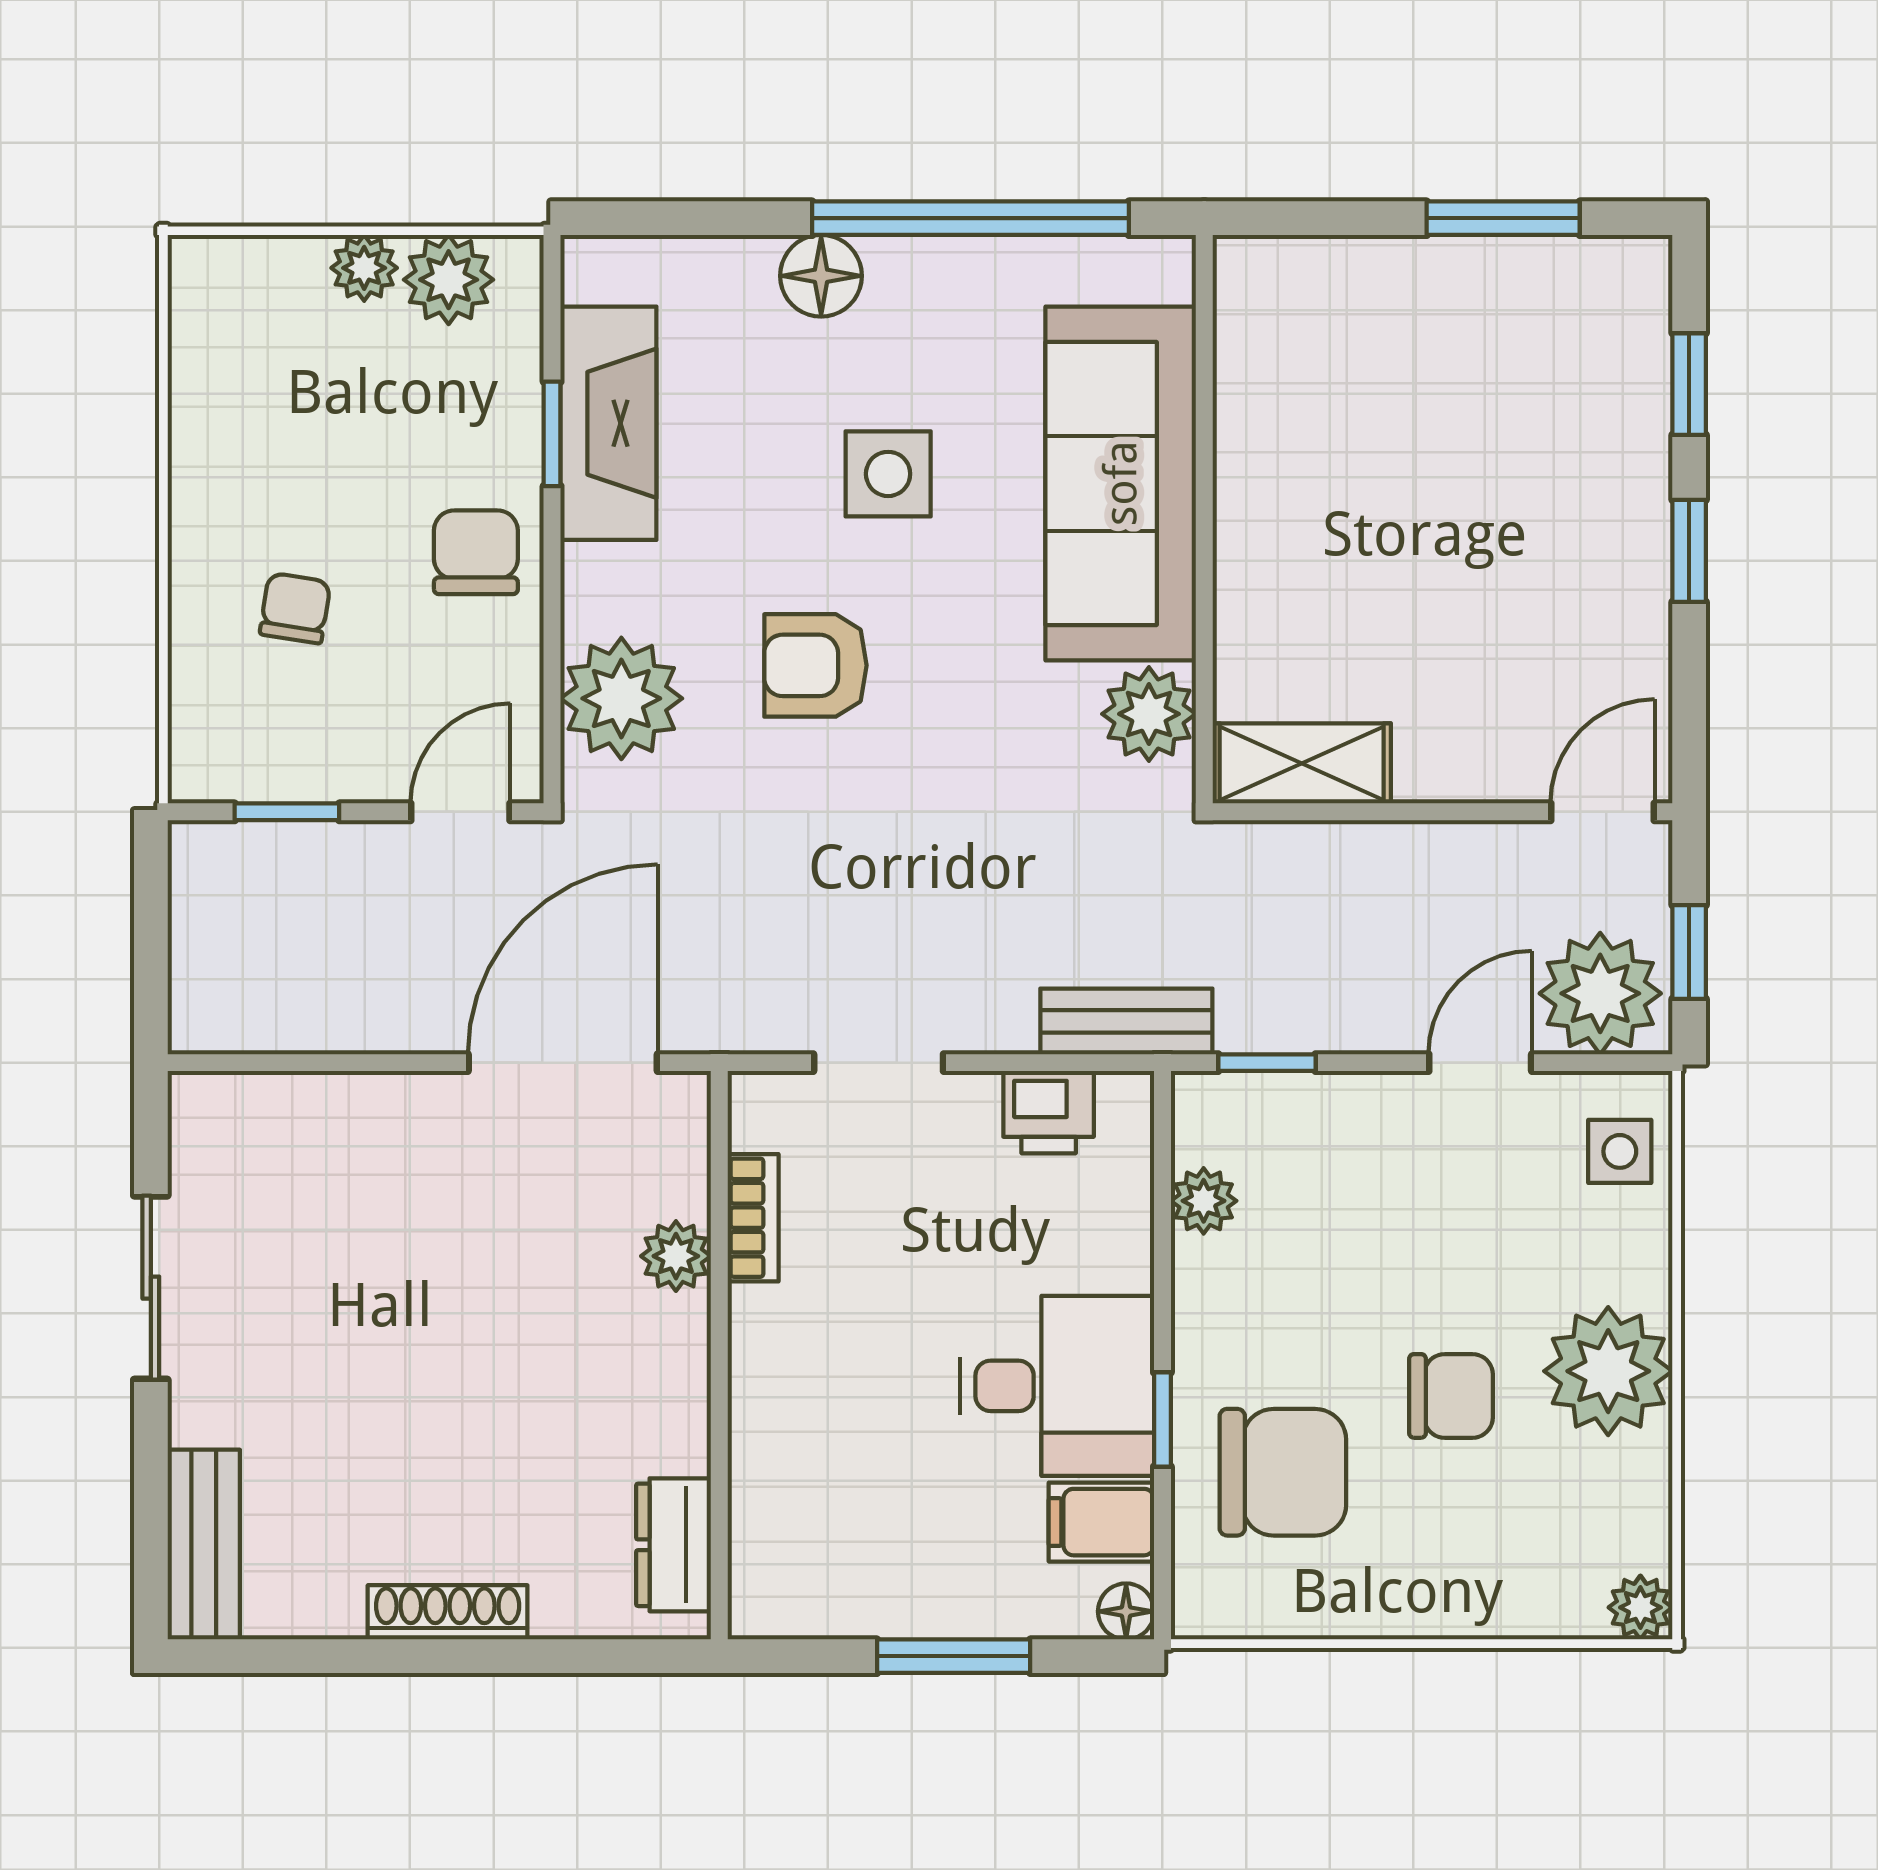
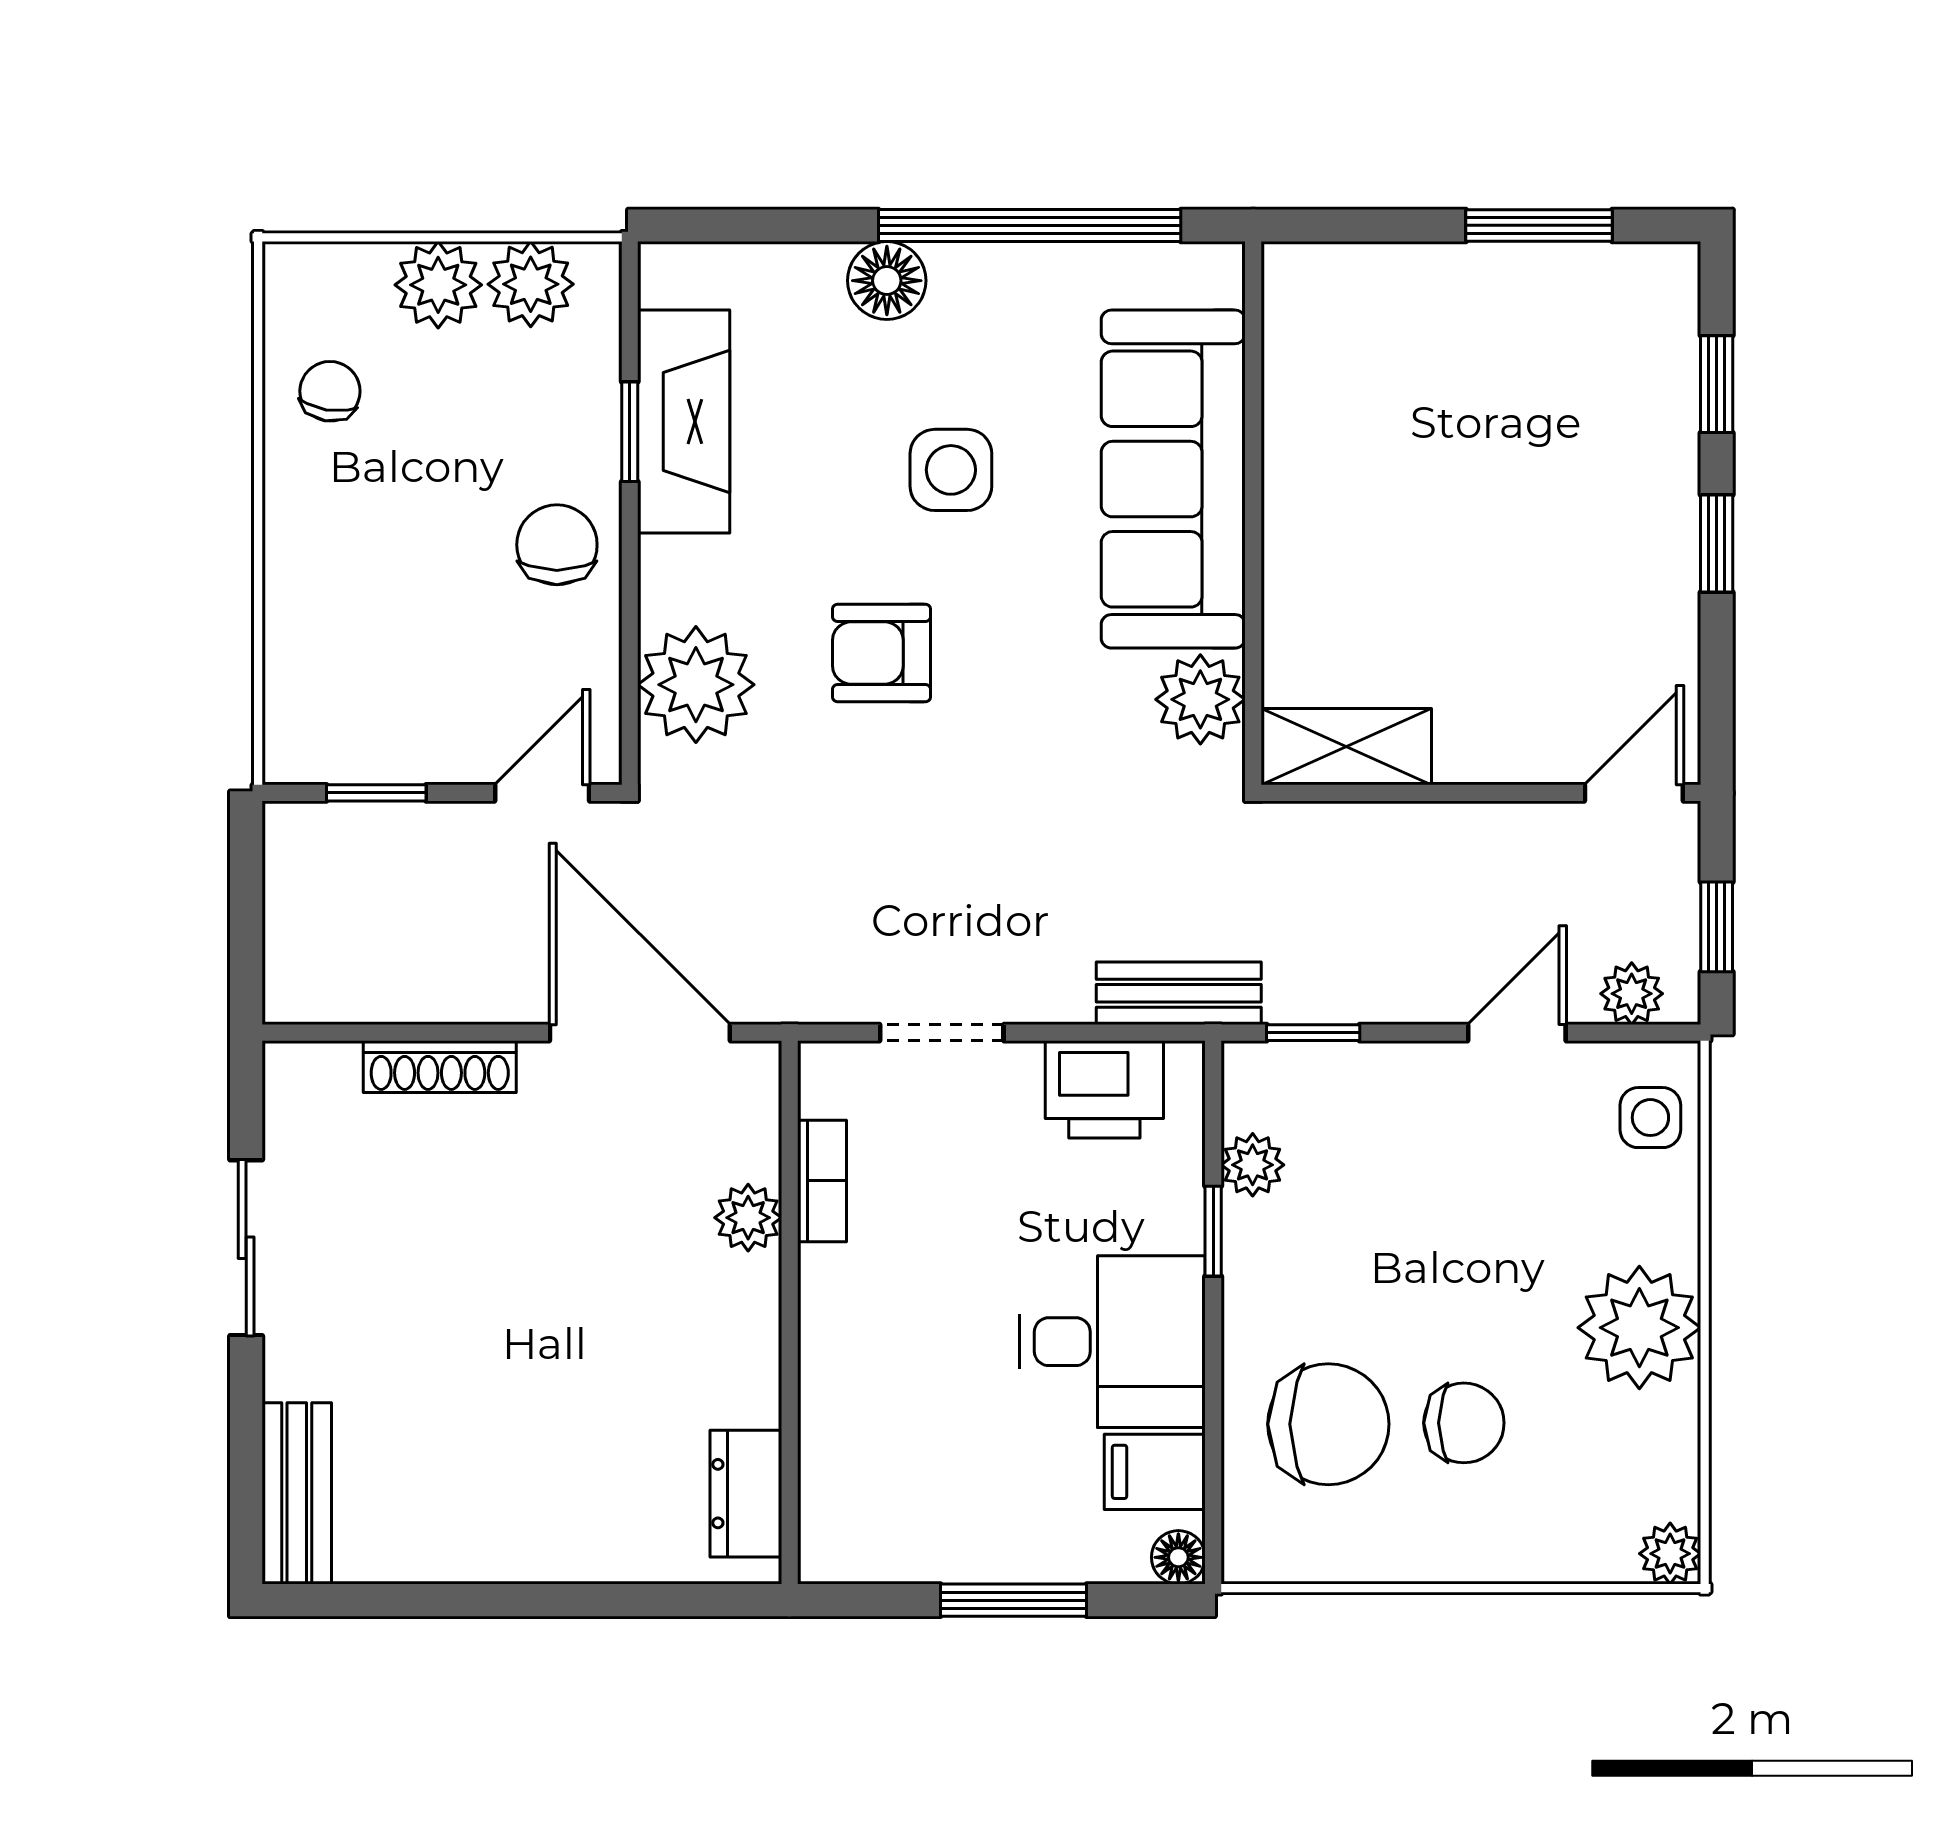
plant: (364, 268) -> (438, 285), width x1.38, depth x1.38
chair: (295, 608) -> (330, 391), moved
plant: (1600, 993) -> (1632, 994), width x0.53, depth x0.53
door: (563, 1063) -> (640, 1033), hinge flipped
printer: (1049, 1112) -> (1104, 1089), width x1.36, depth x1.24
chair: (1451, 1396) -> (1464, 1423), moved
window: (1162, 1419) -> (1213, 1231), moved
shoe rack: (448, 1612) -> (440, 1067), moved, turned 180

